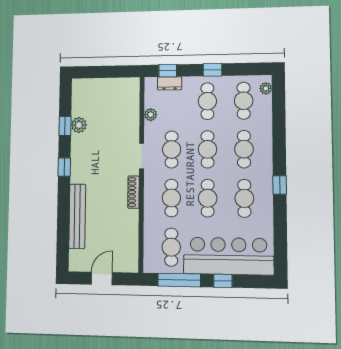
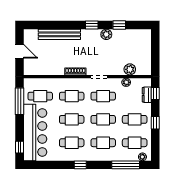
plant: (131, 109) -> (130, 69), added
window: (279, 114) -> (126, 165), added
plant: (79, 125) -> (106, 34), moved
window: (223, 281) -> (20, 147), moved

